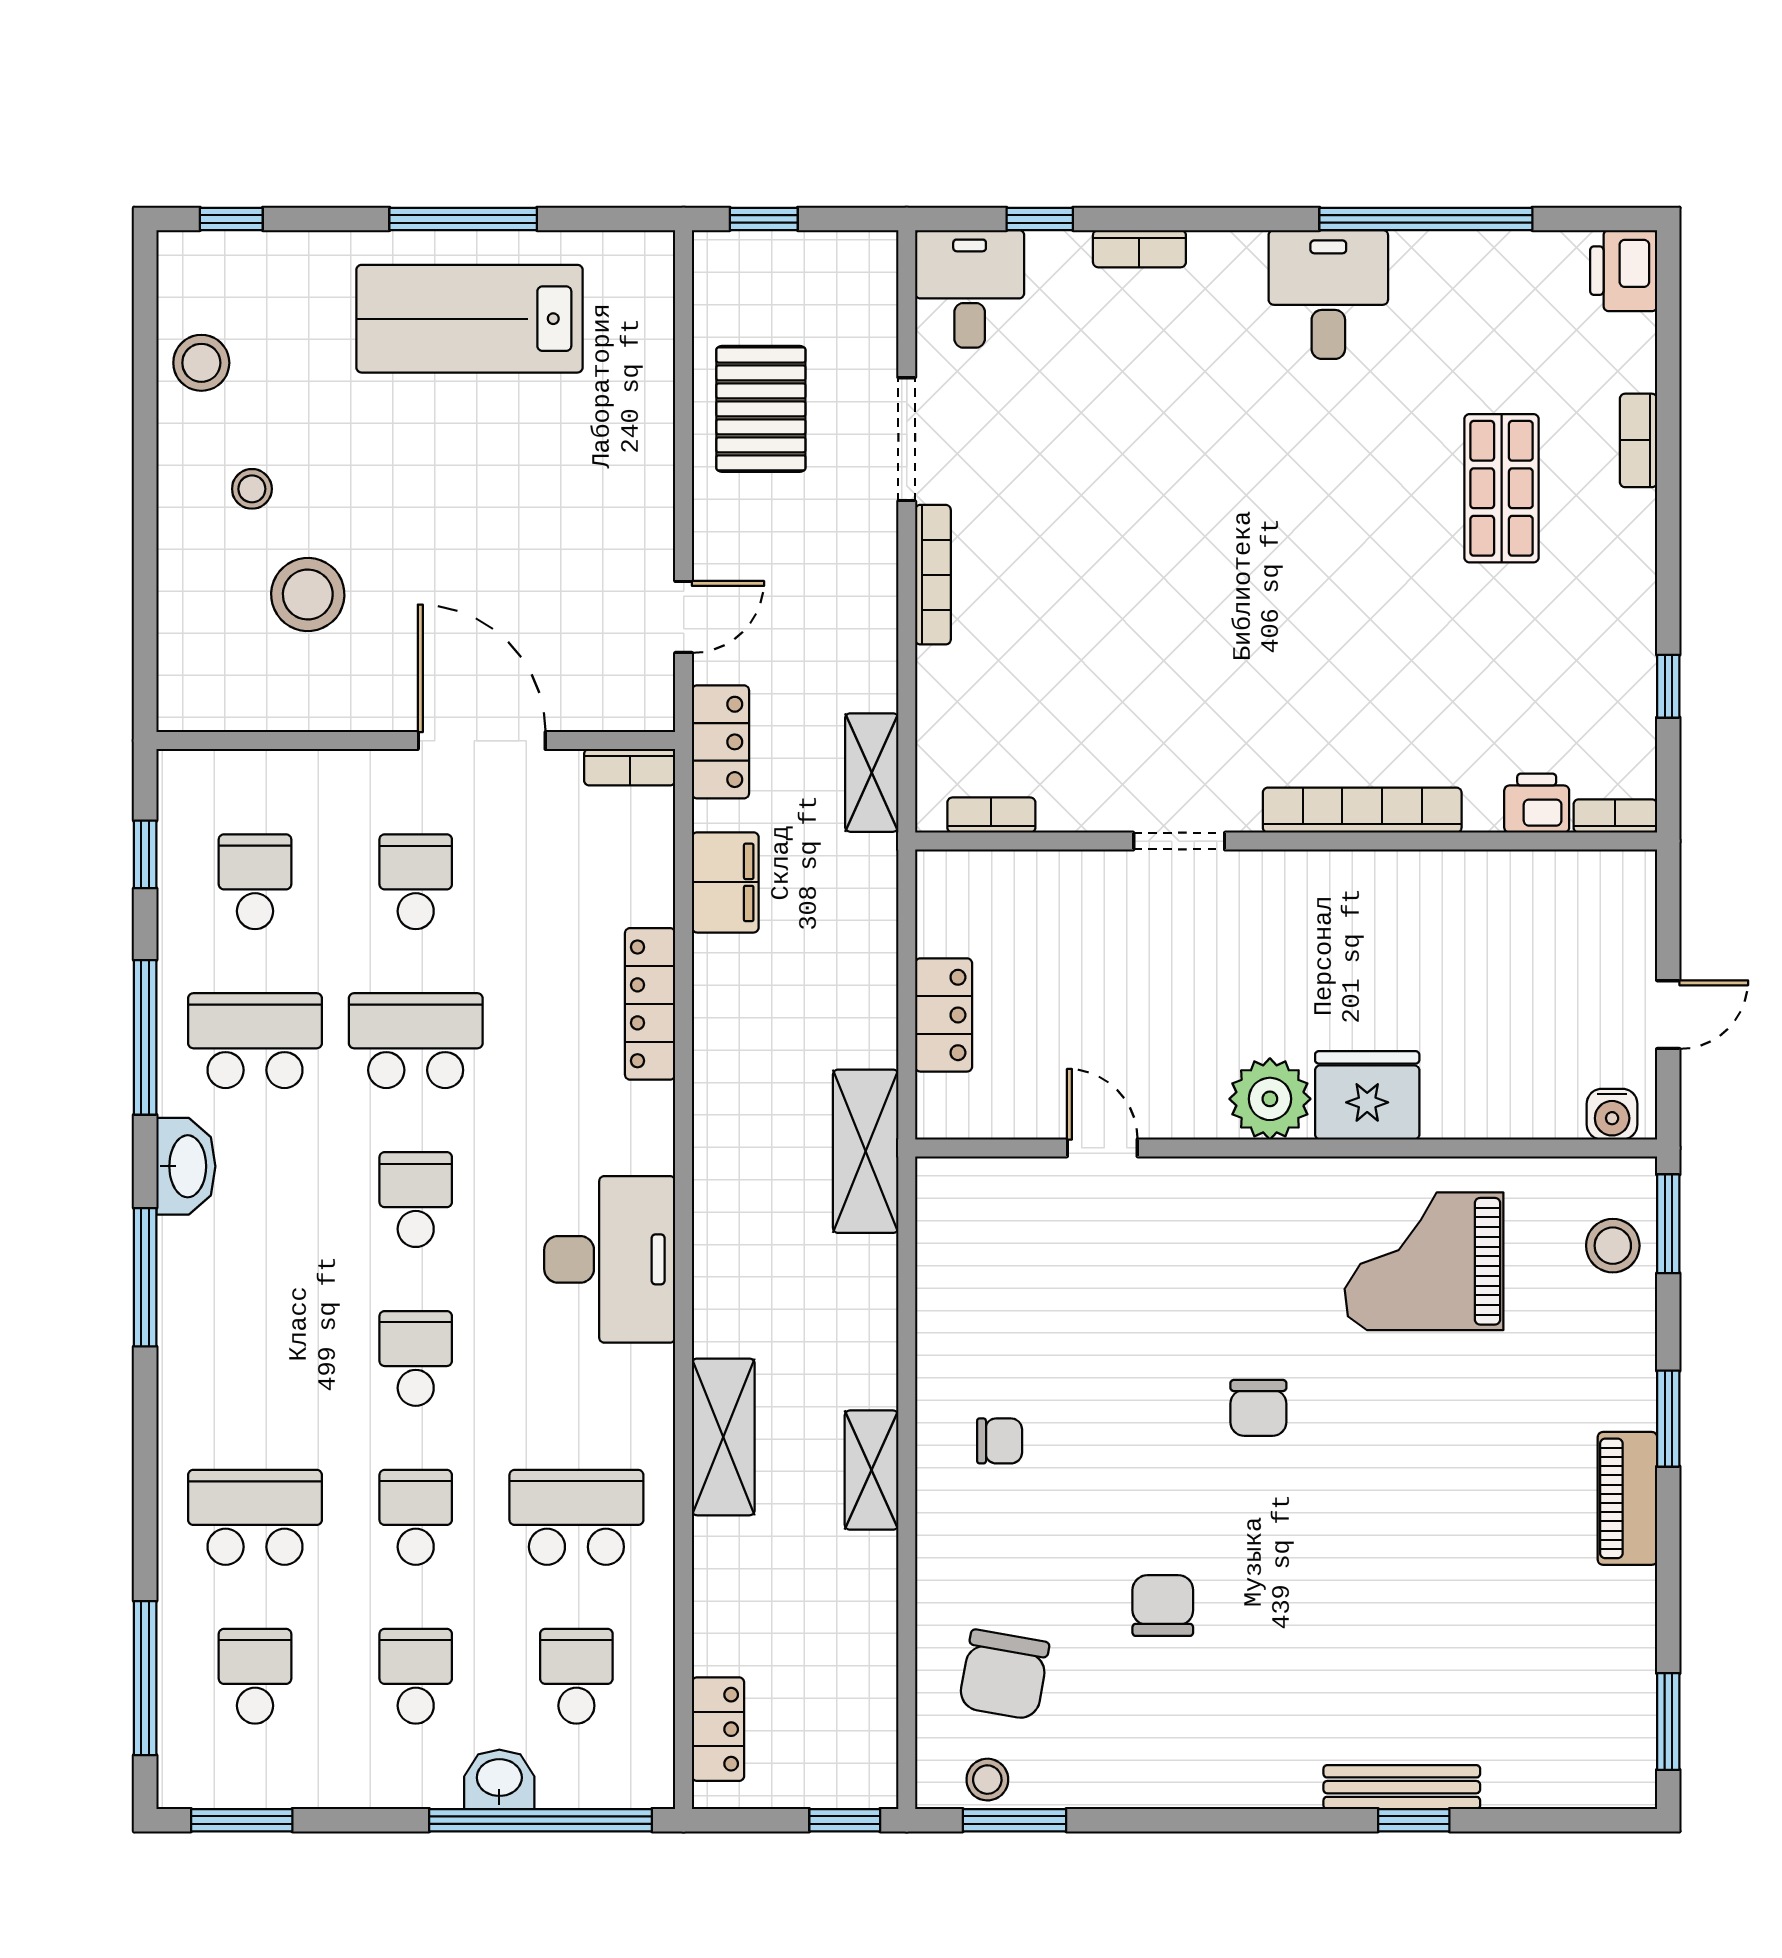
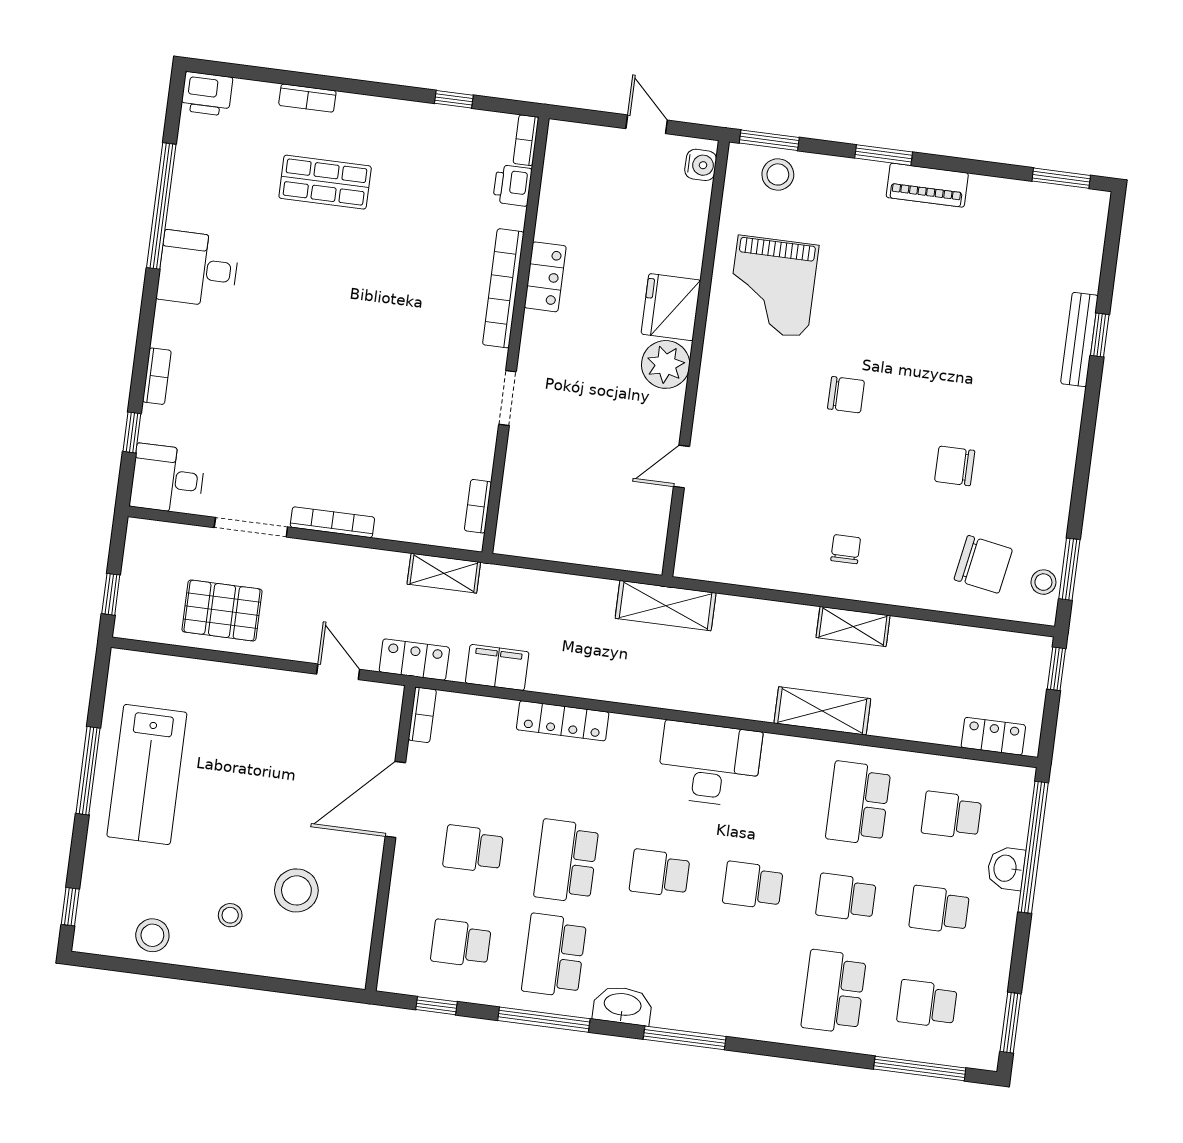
locker: (944, 1015) -> (545, 277), moved, turned 90

